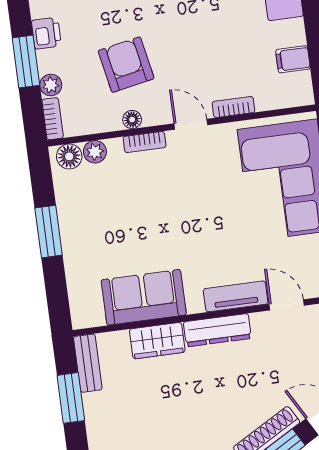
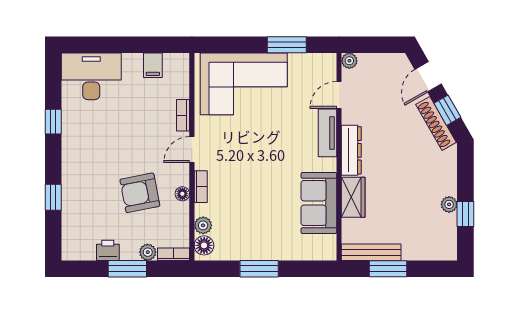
bench: (88, 363) -> (371, 252), width x1.36

